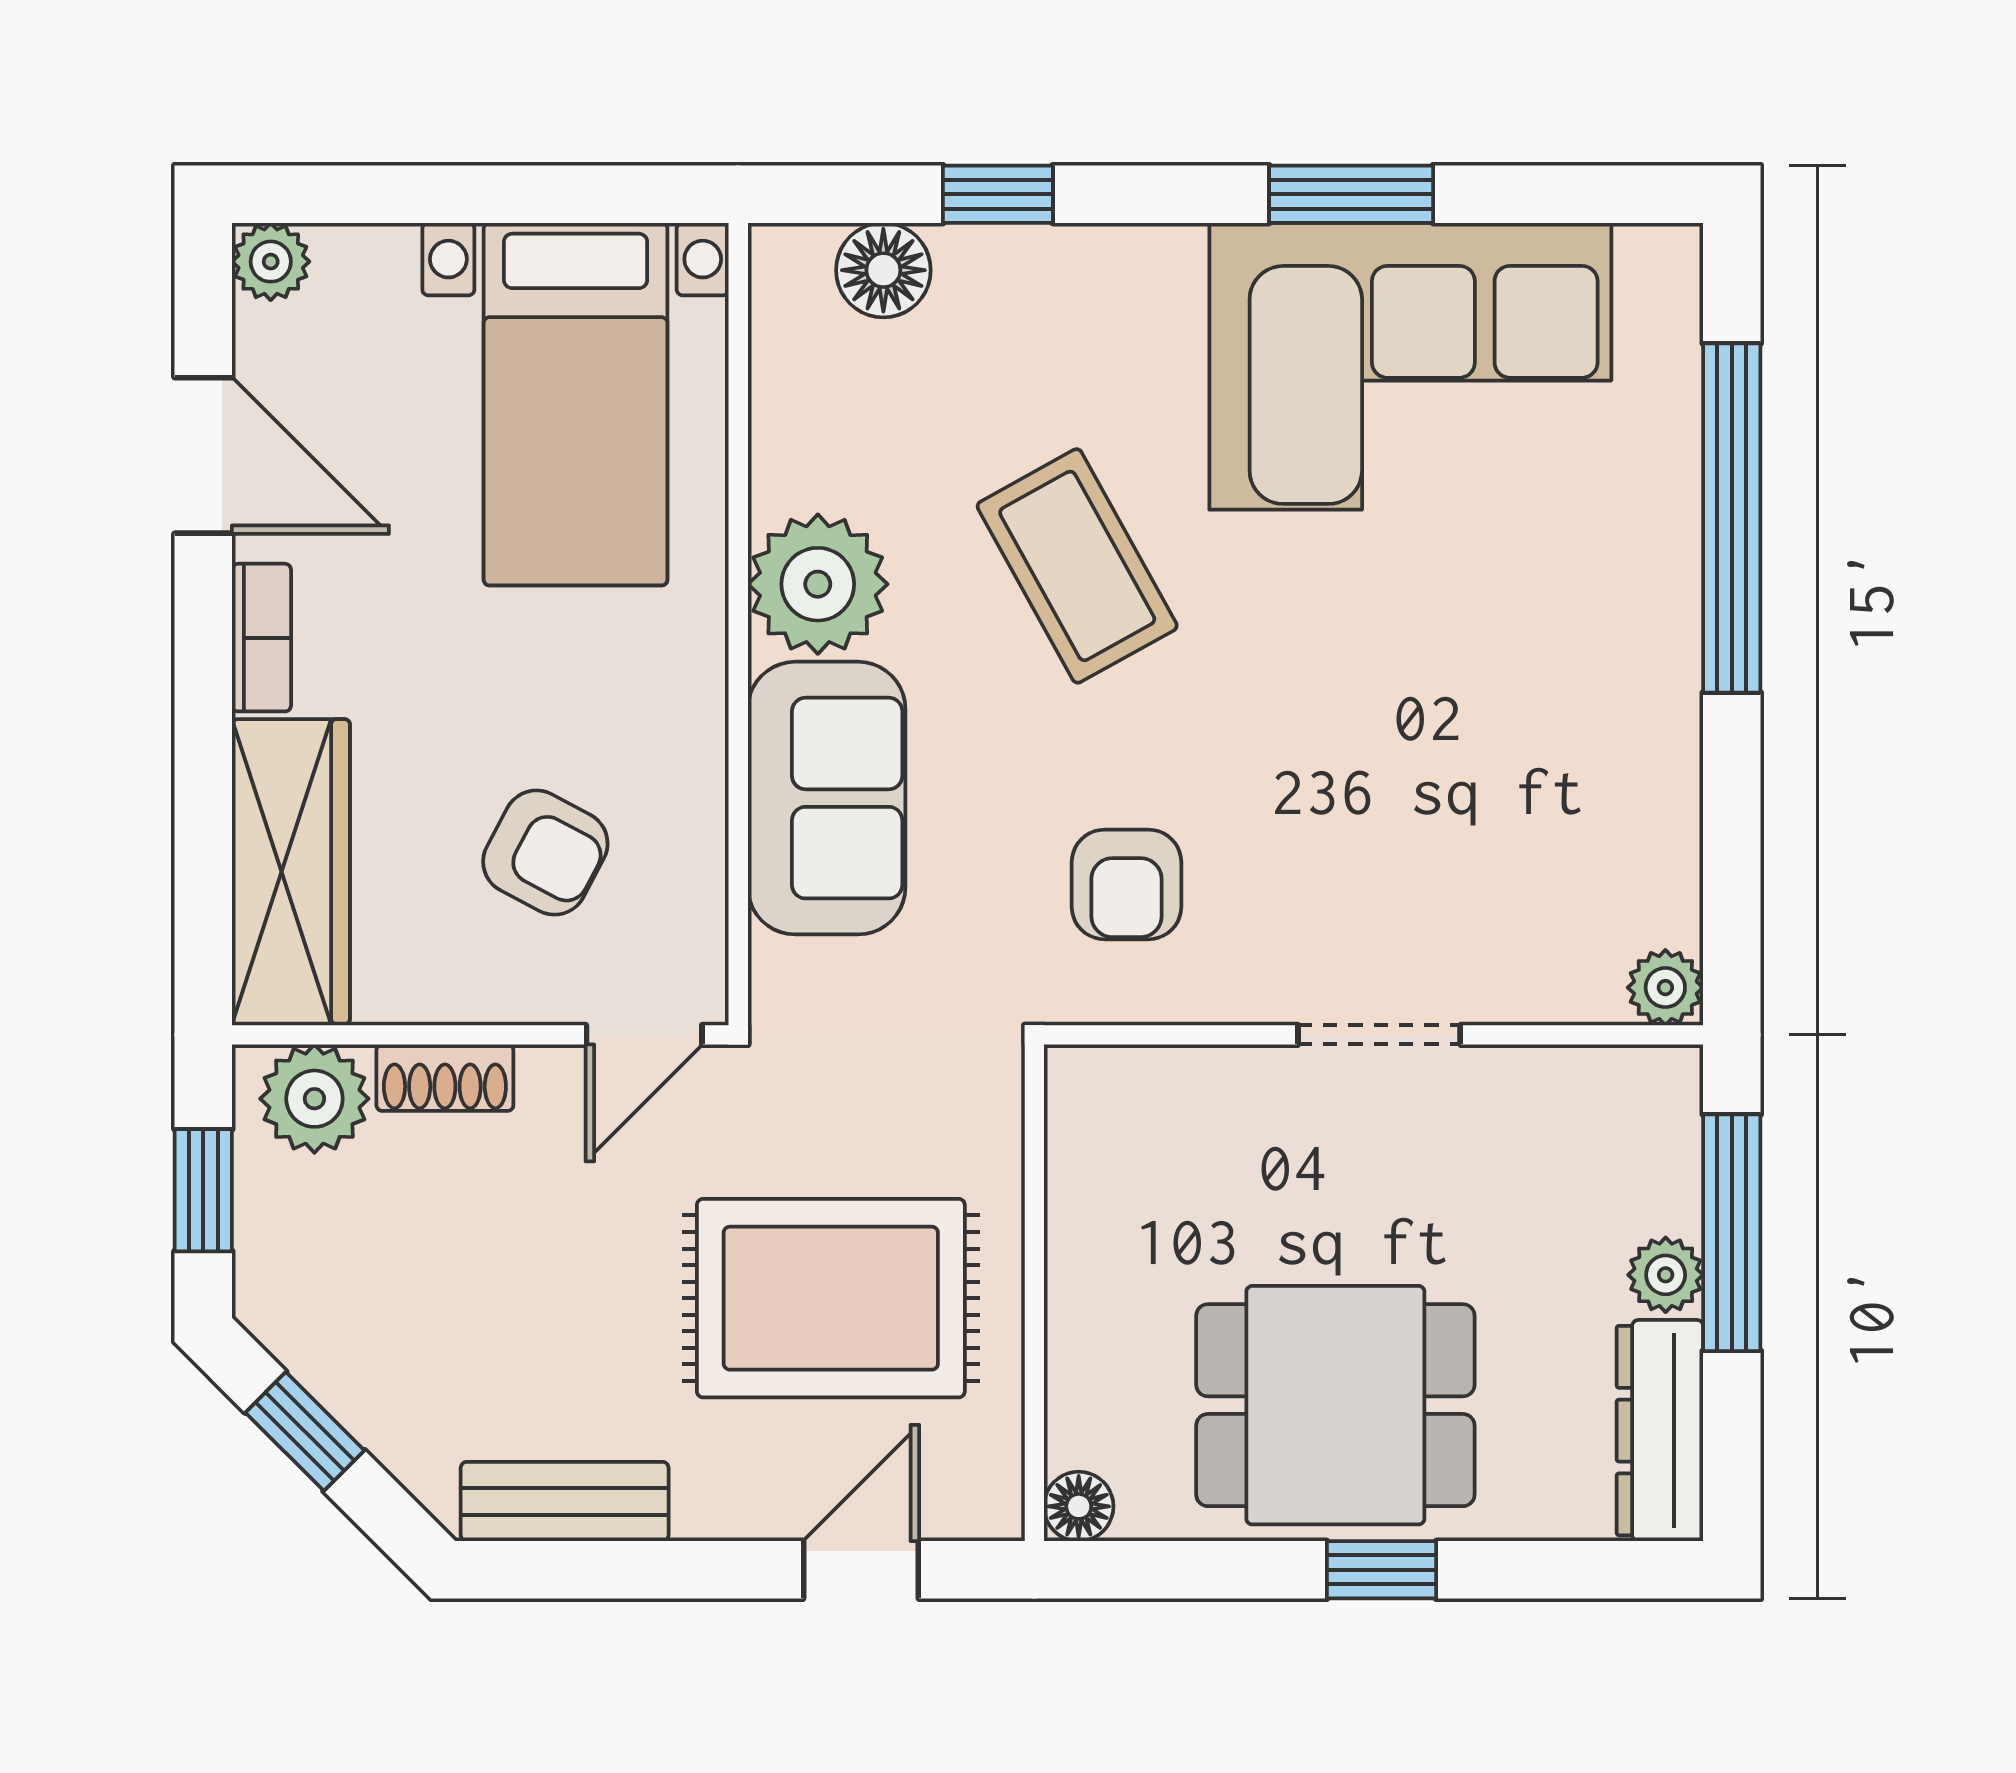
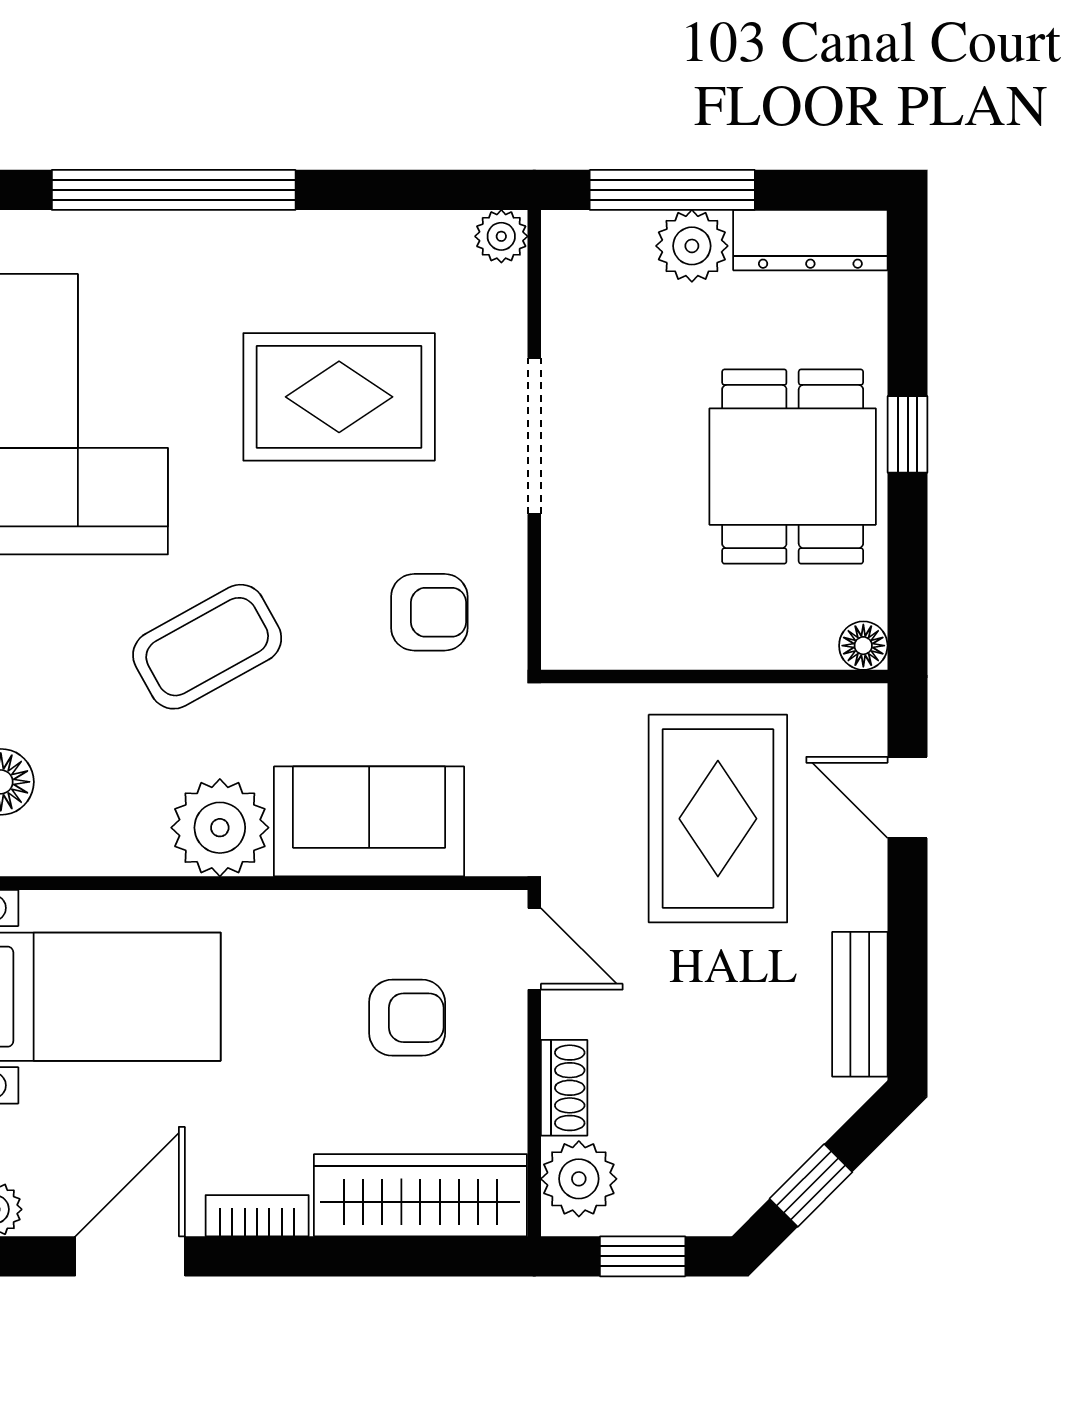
rug: (1435, 755) -> (339, 397), added
armchair: (545, 853) -> (407, 1018), turned 62
doorway: (1379, 1035) -> (534, 436), width x1.38
plant: (1666, 1275) -> (692, 246), width x1.38, depth x1.38

